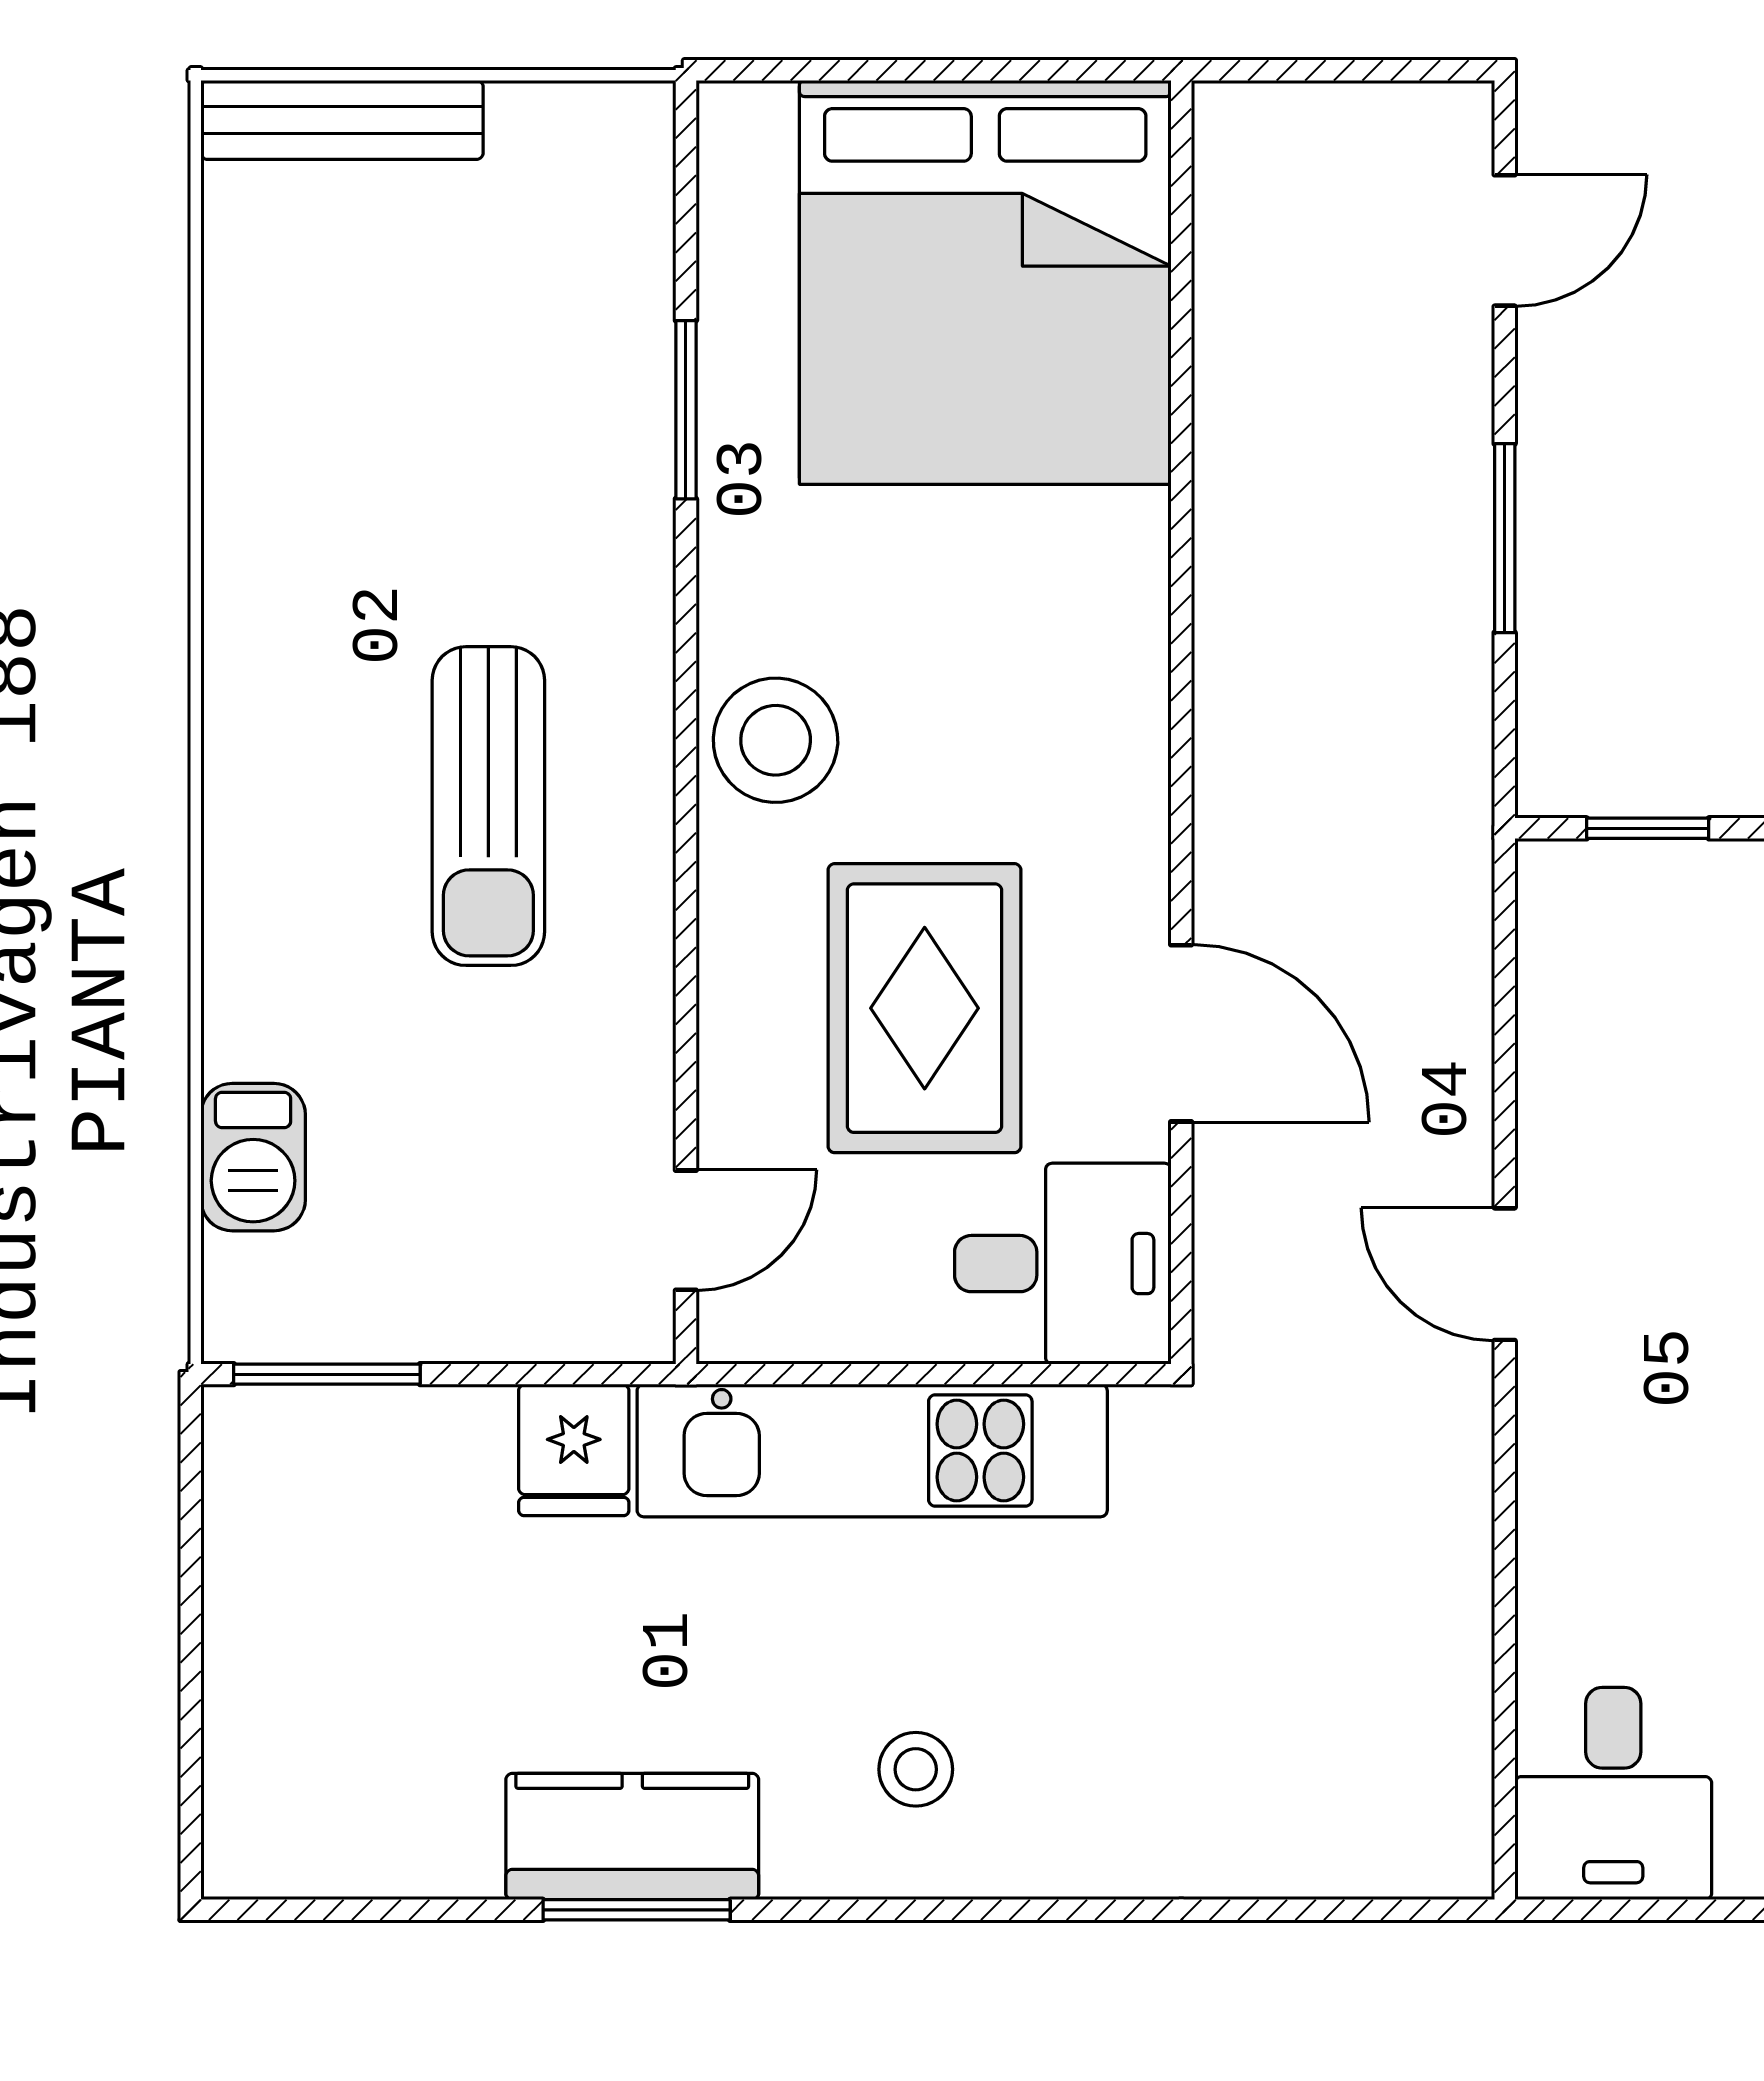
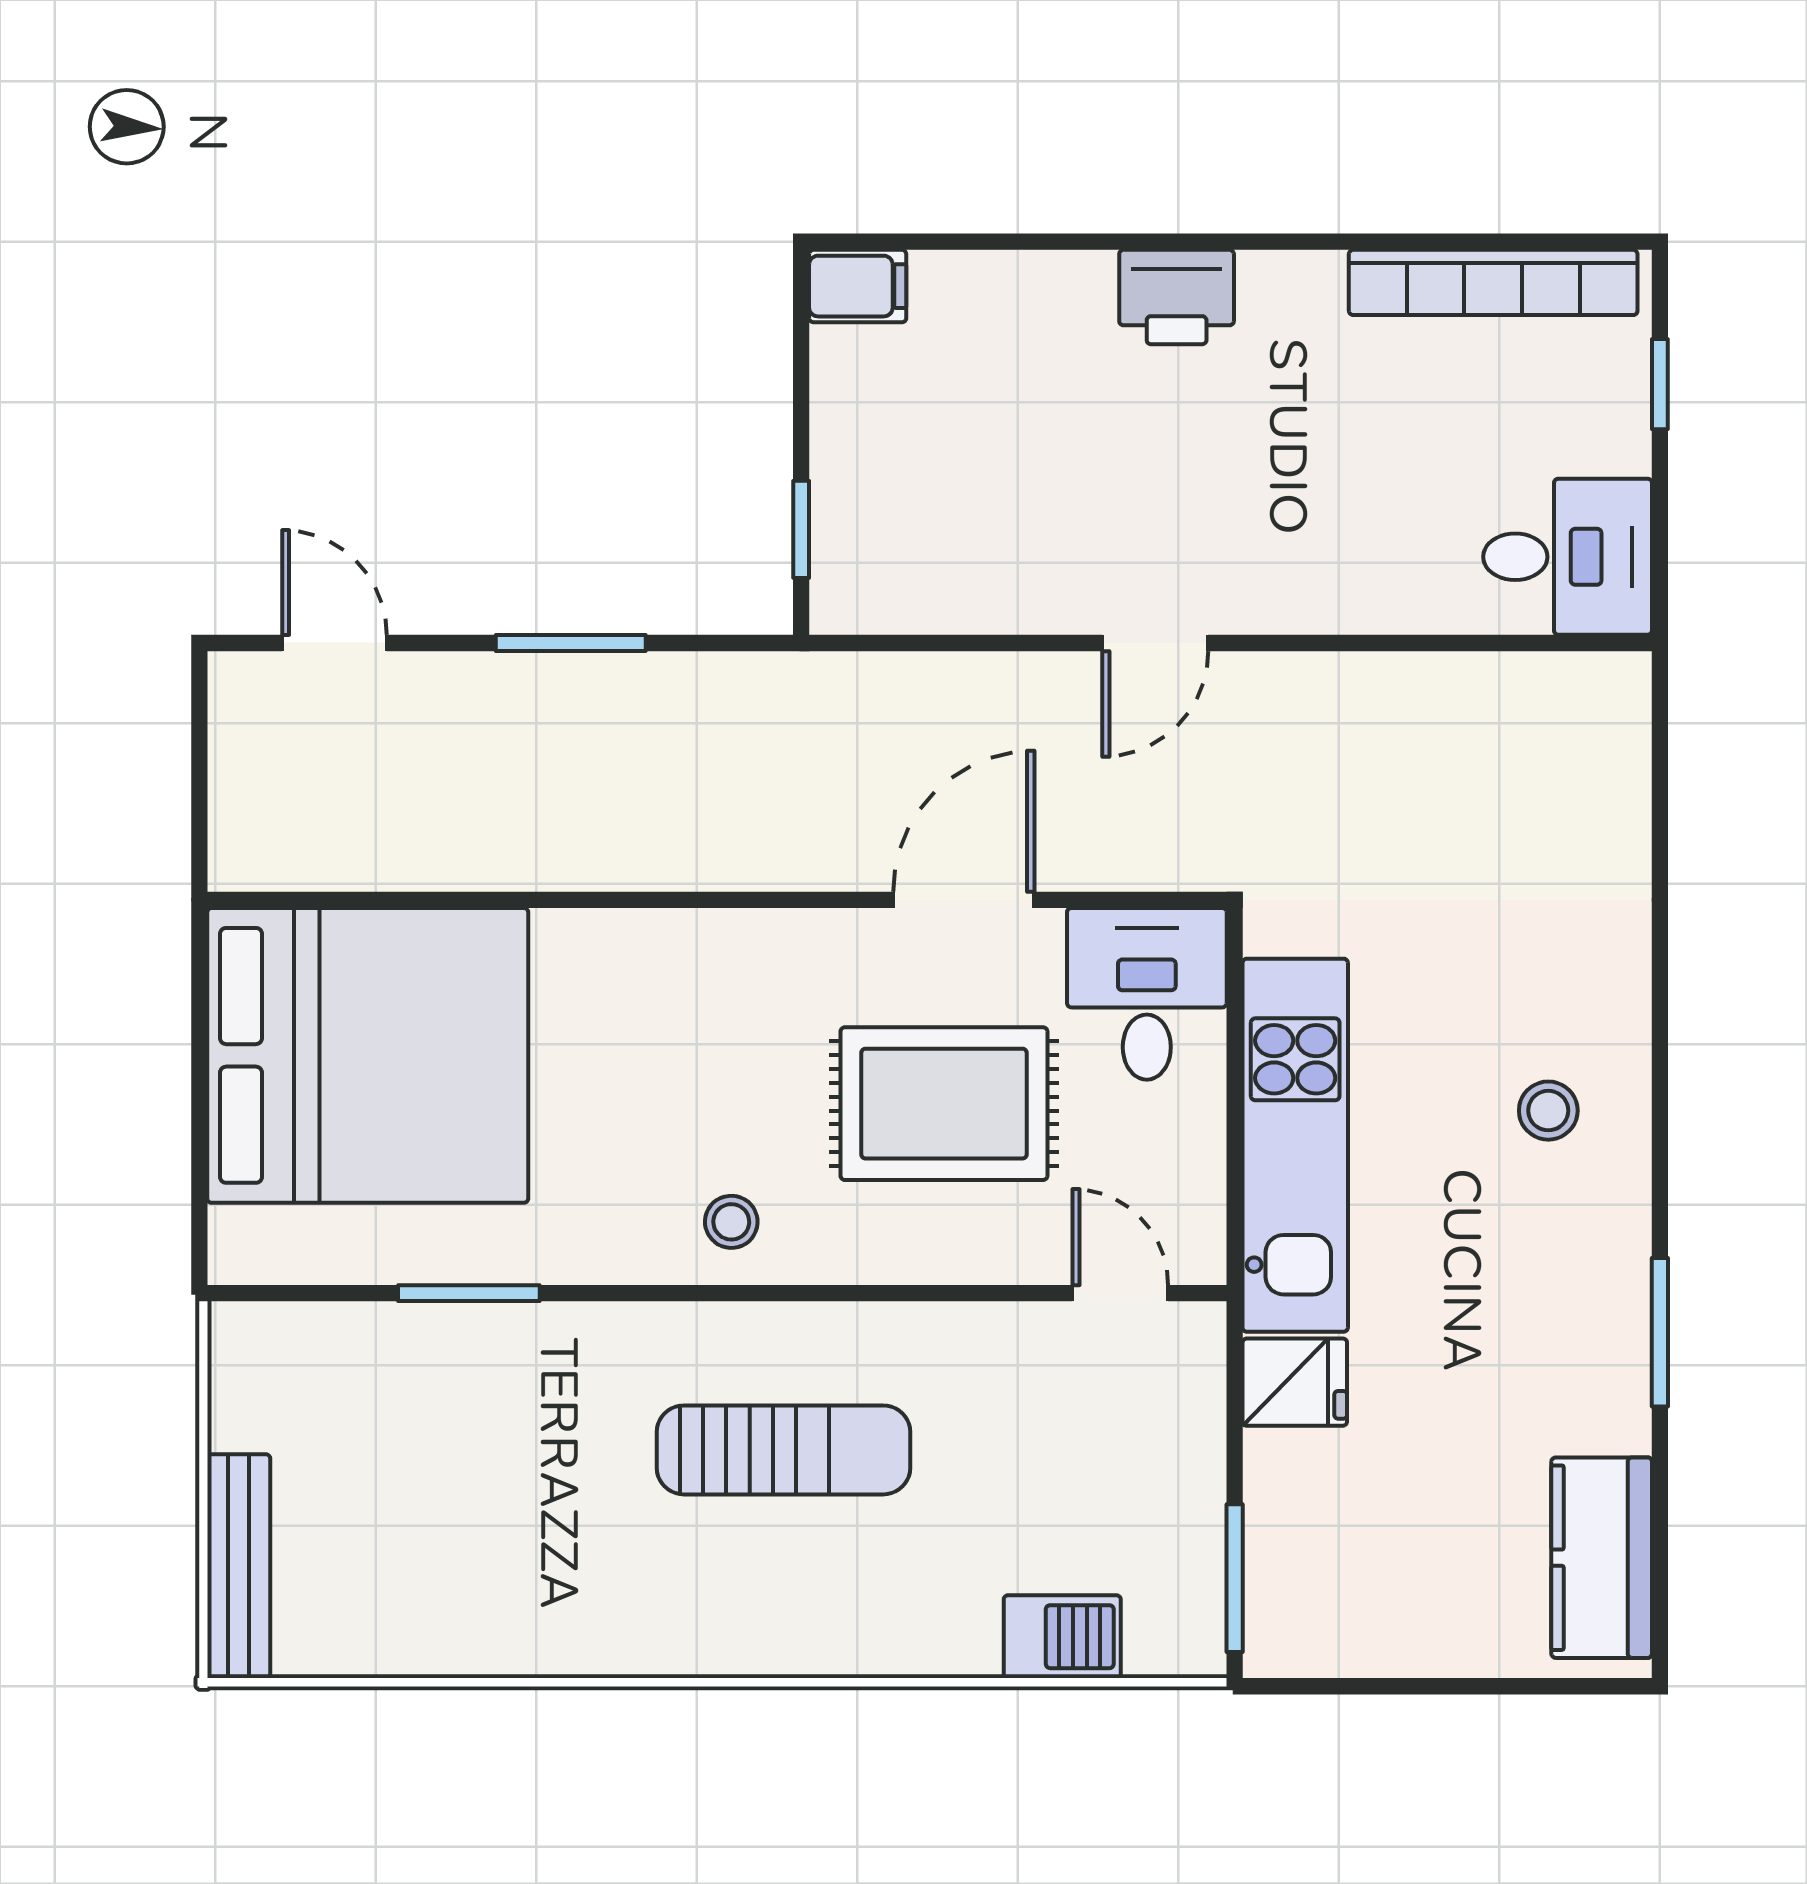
stool: (776, 740) -> (731, 1222), width x0.53, depth x0.53
kitchen counter: (632, 1837) -> (1602, 1558), moved

